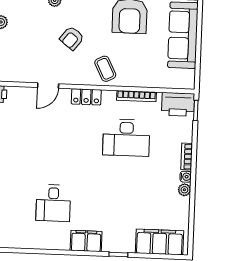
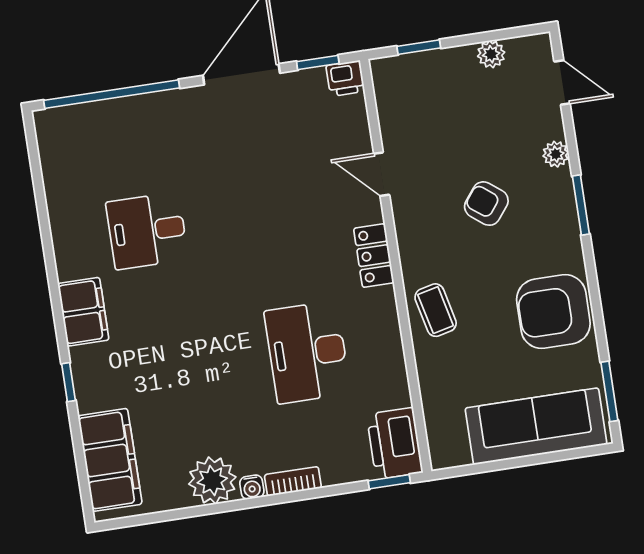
coffee table: (105, 69) -> (436, 310), moved, turned -76
bookcase: (136, 96) -> (395, 357), removed
plant: (184, 190) -> (212, 480), width x1.88, depth x1.88

